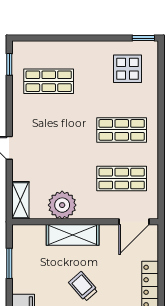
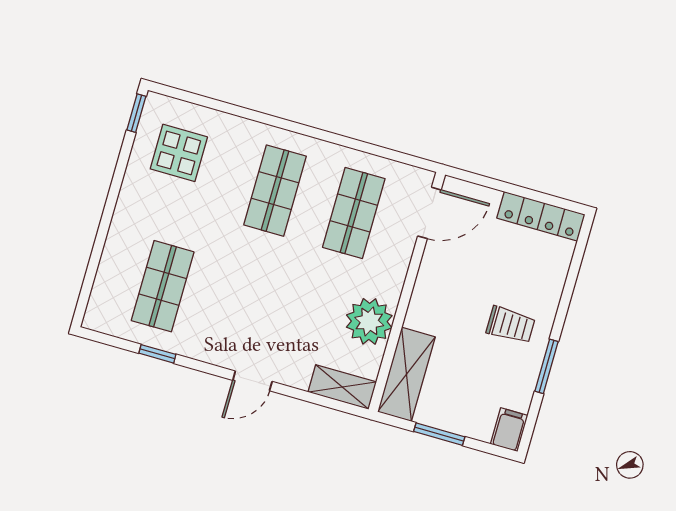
window: (9, 64) -> (157, 354), moved
door: (134, 222) -> (429, 213), hinge flipped
shelving: (73, 235) -> (406, 374), moved
trolley: (83, 286) -> (511, 325), turned -139

